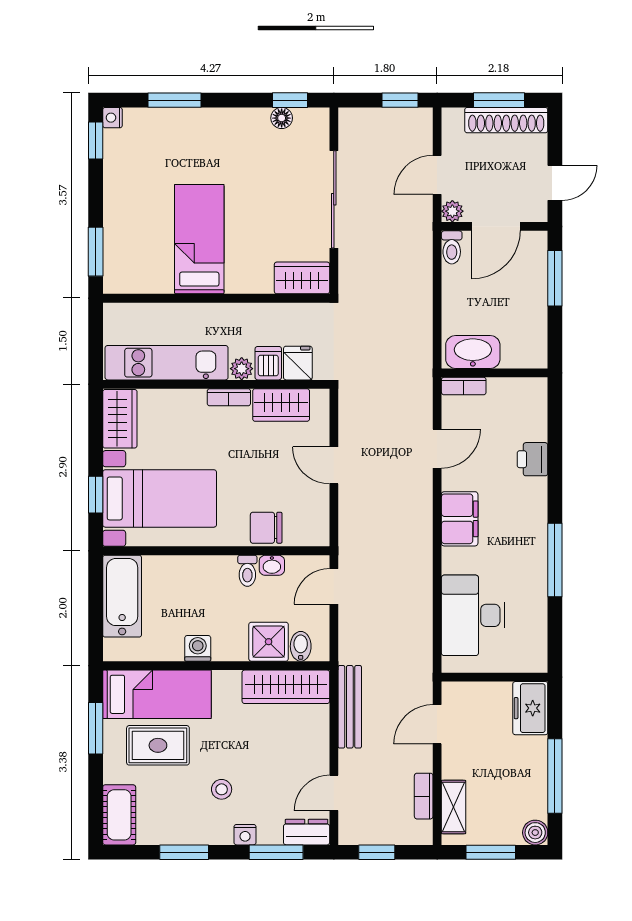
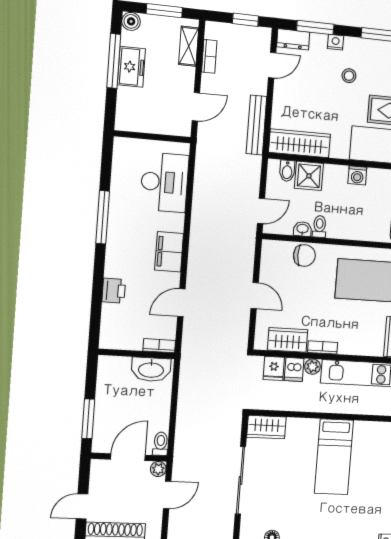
door: (555, 183) -> (82, 506), moved
freezer: (530, 708) -> (131, 67), moved

